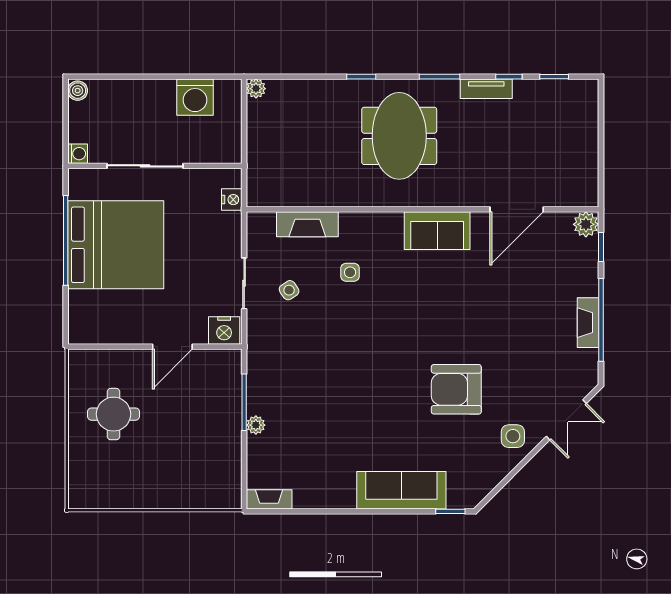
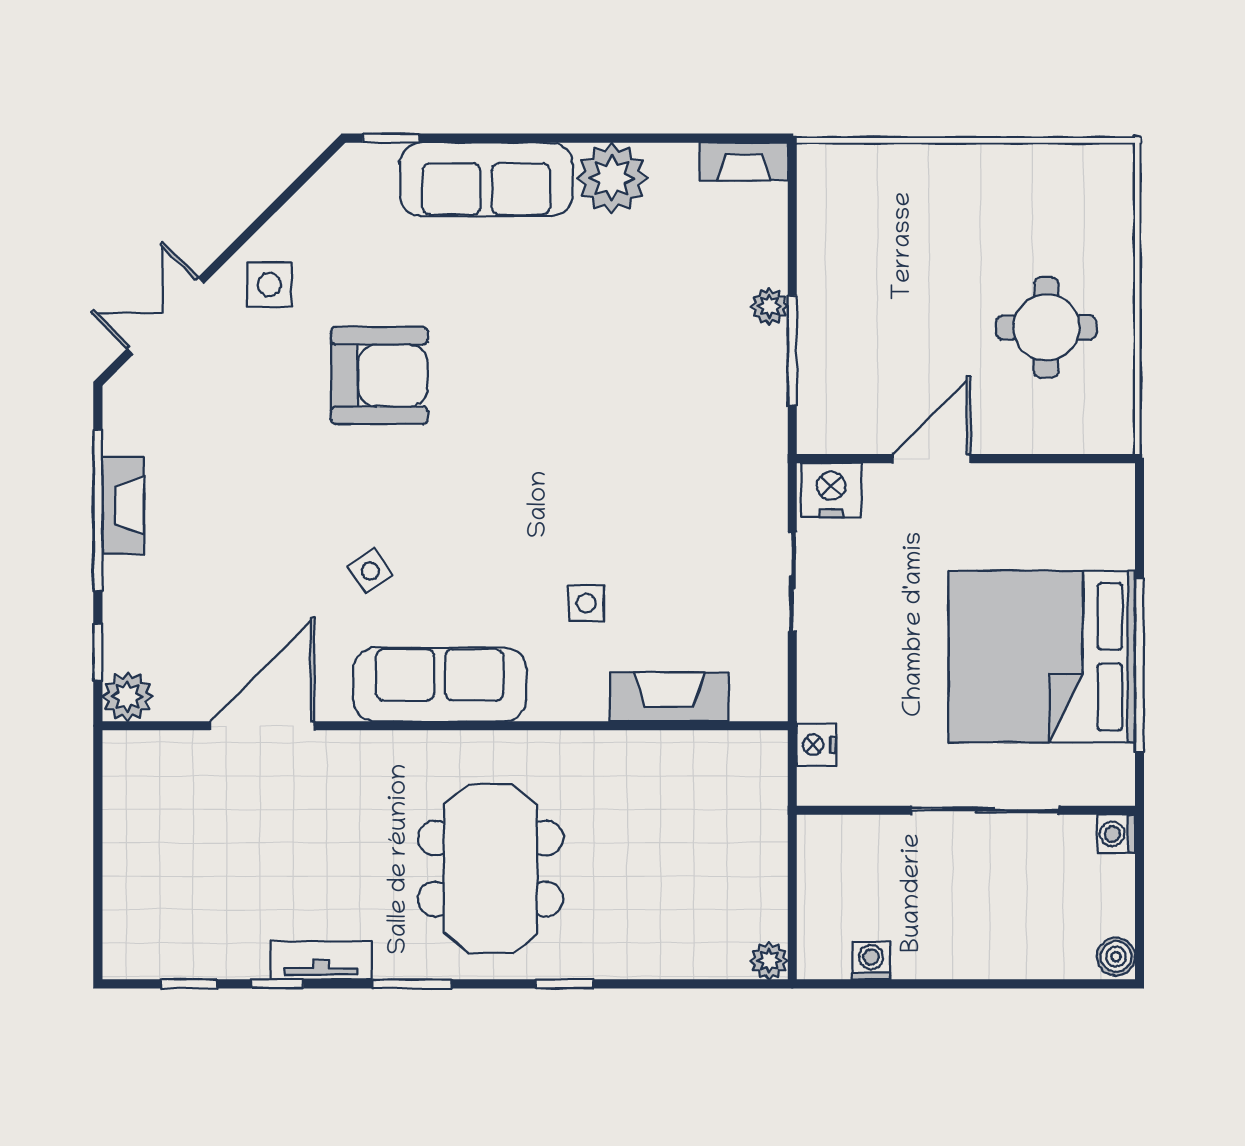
washing machine: (195, 97) -> (871, 961), width x0.53, depth x0.53
sofa: (437, 231) -> (440, 684), width x1.36
side table: (289, 290) -> (370, 571), moved
plant: (337, 491) -> (612, 178), added

